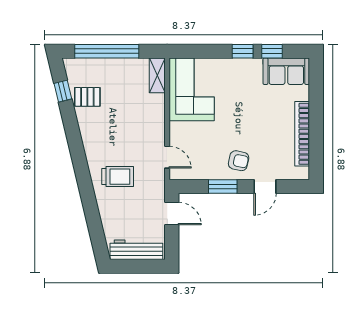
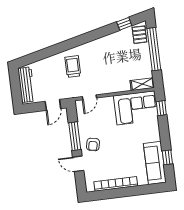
window: (243, 51) -> (161, 108), moved
sofa: (286, 71) -> (155, 163), width x1.36
pallet: (87, 97) -> (139, 35), moved
trolley: (118, 177) -> (73, 66), turned 180
window: (223, 187) -> (75, 136), width x1.44

